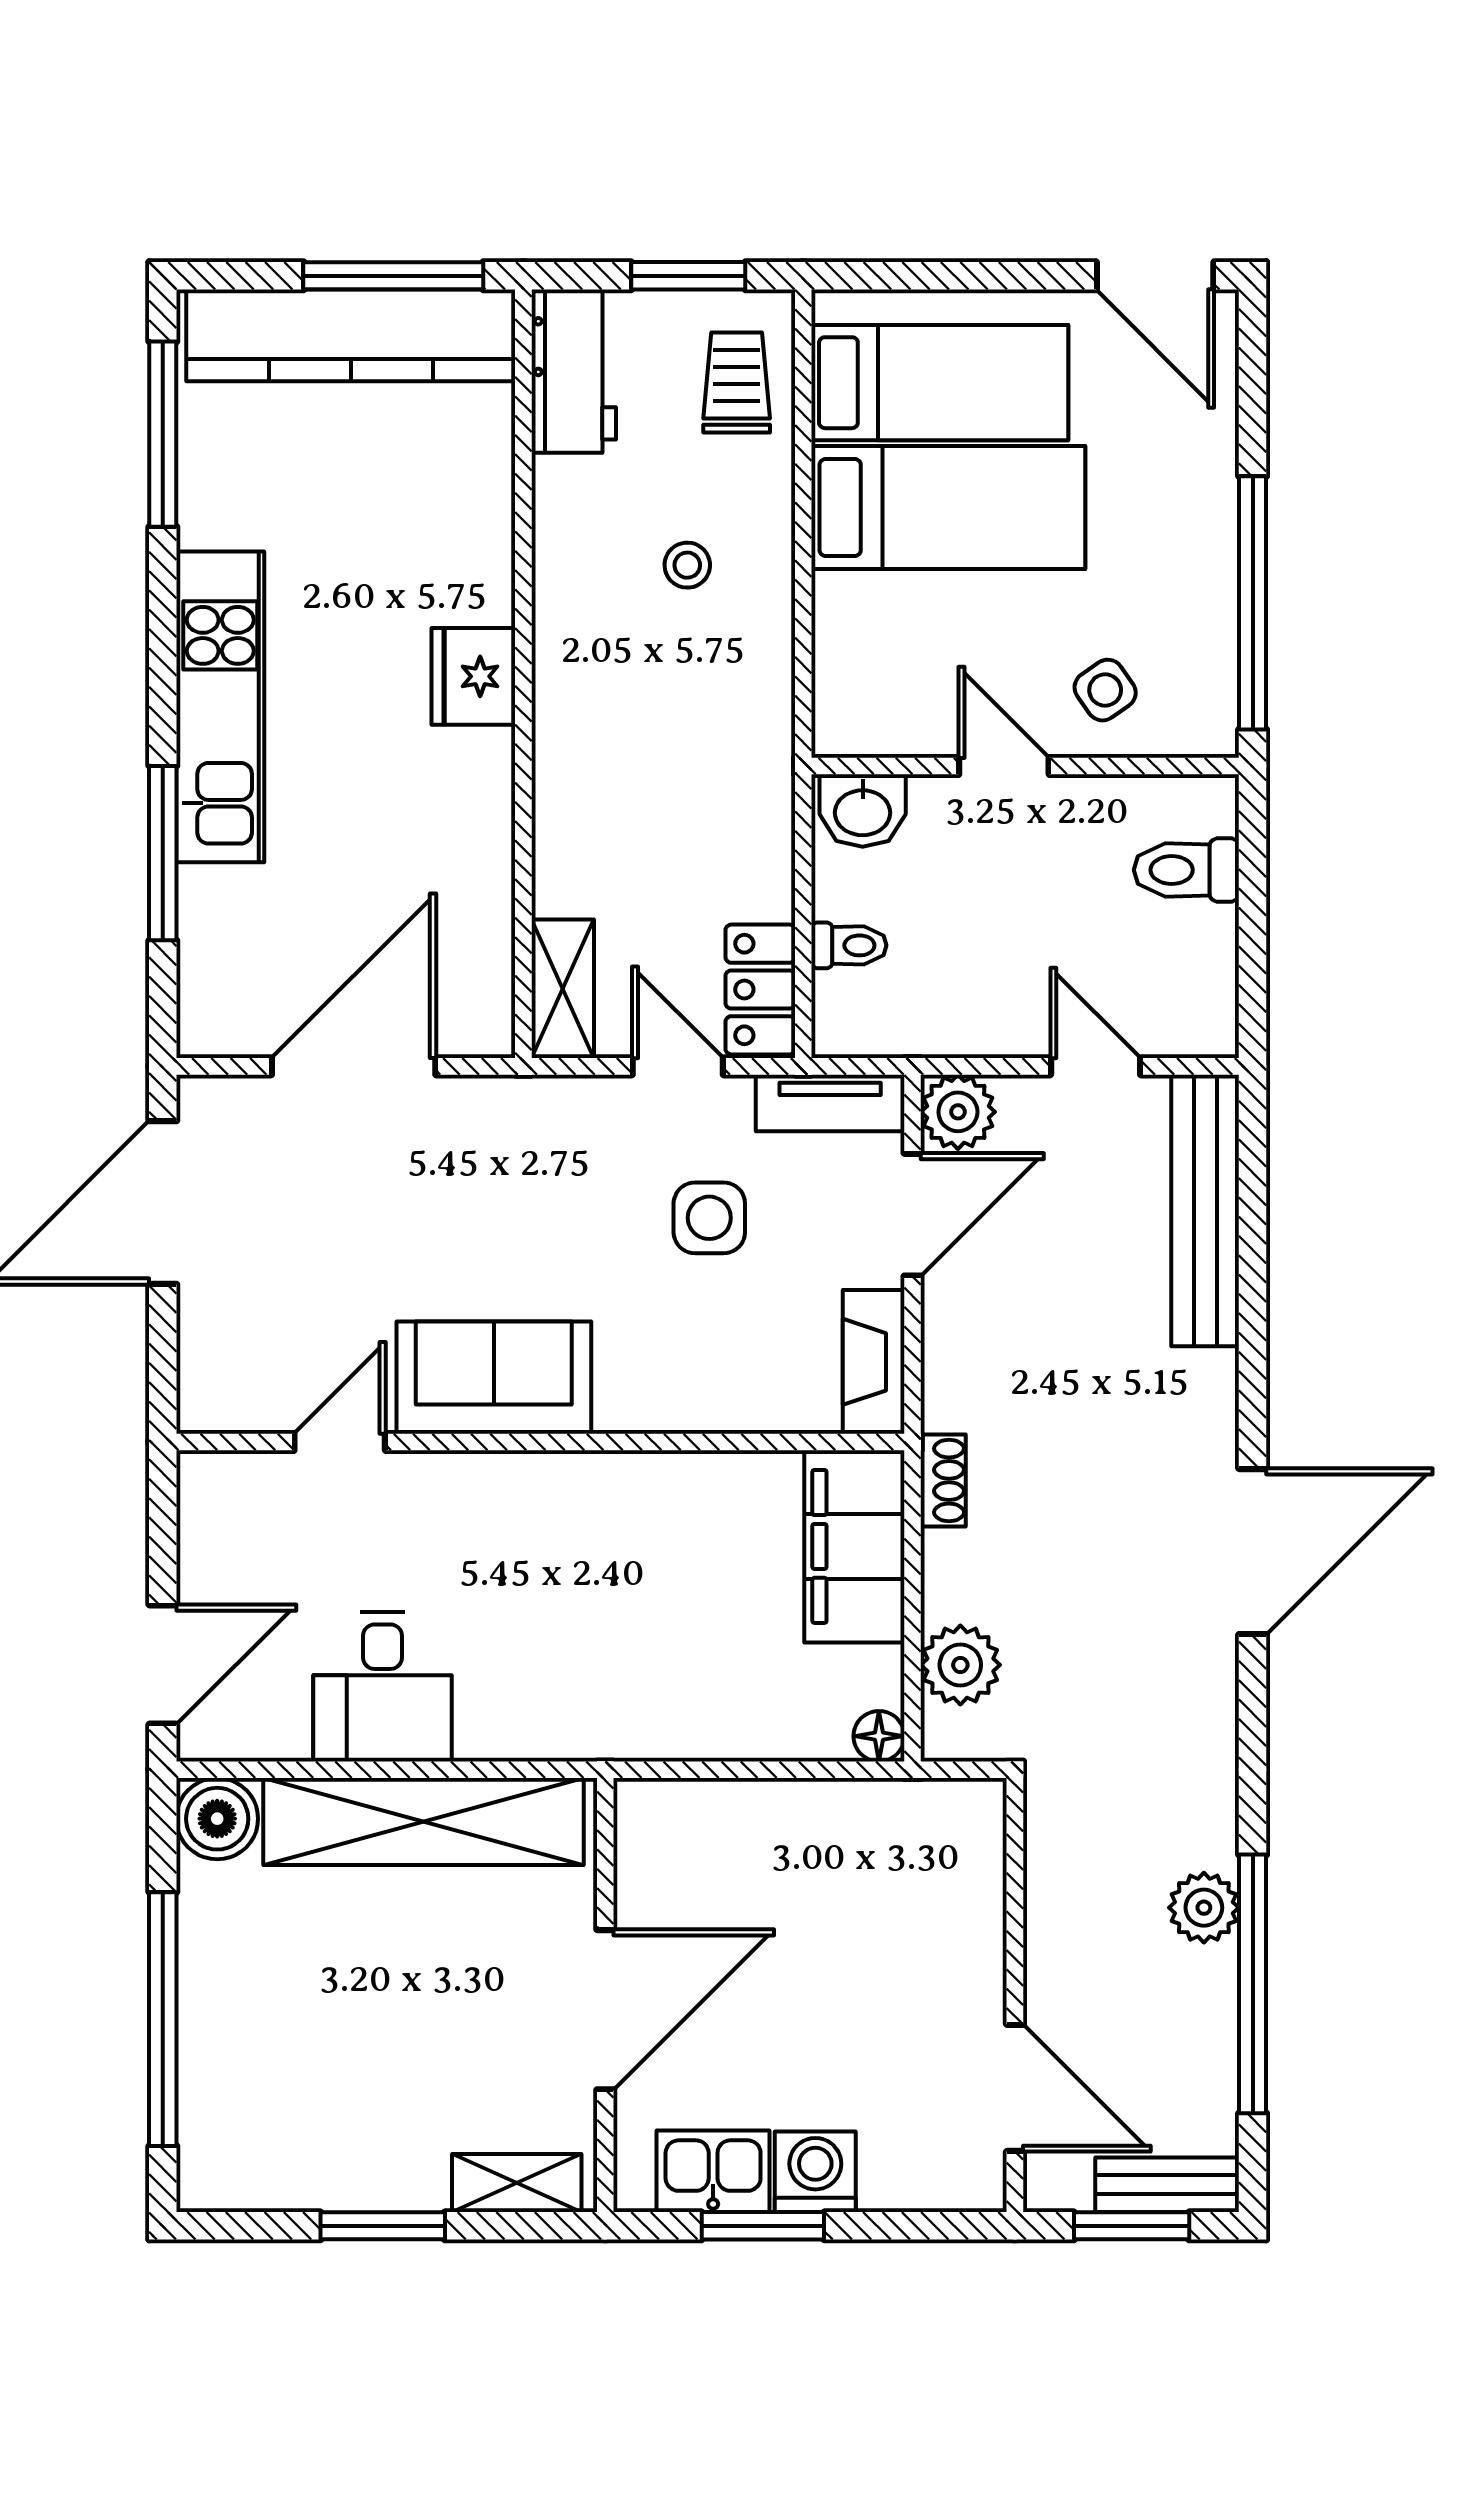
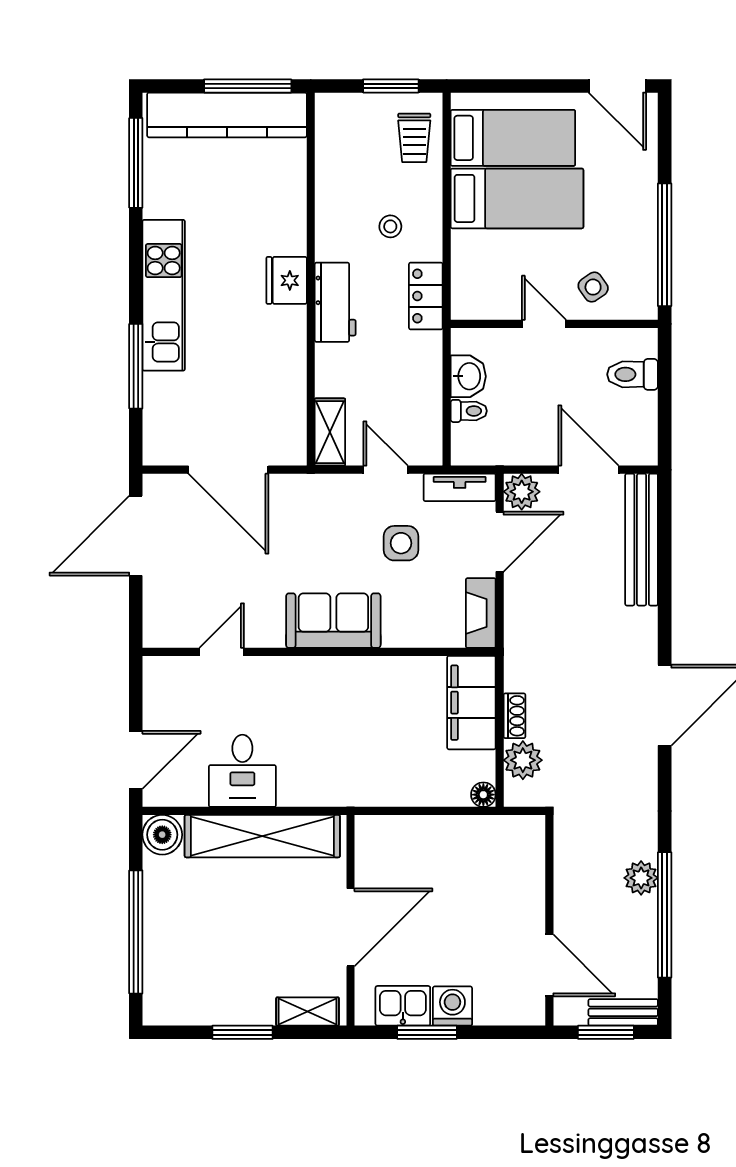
workbench: (574, 371) -> (335, 302), moved
trolley: (737, 383) -> (414, 138), turned 180
washbasin: (863, 811) -> (468, 376), moved, turned -90
locker: (760, 989) -> (426, 296), moved
door: (354, 1066) -> (228, 470), swing flipped
door: (1096, 1066) -> (588, 470), width x1.38
sofa: (494, 1378) -> (333, 621), moved
shoe rack: (943, 1480) -> (514, 716), moved

